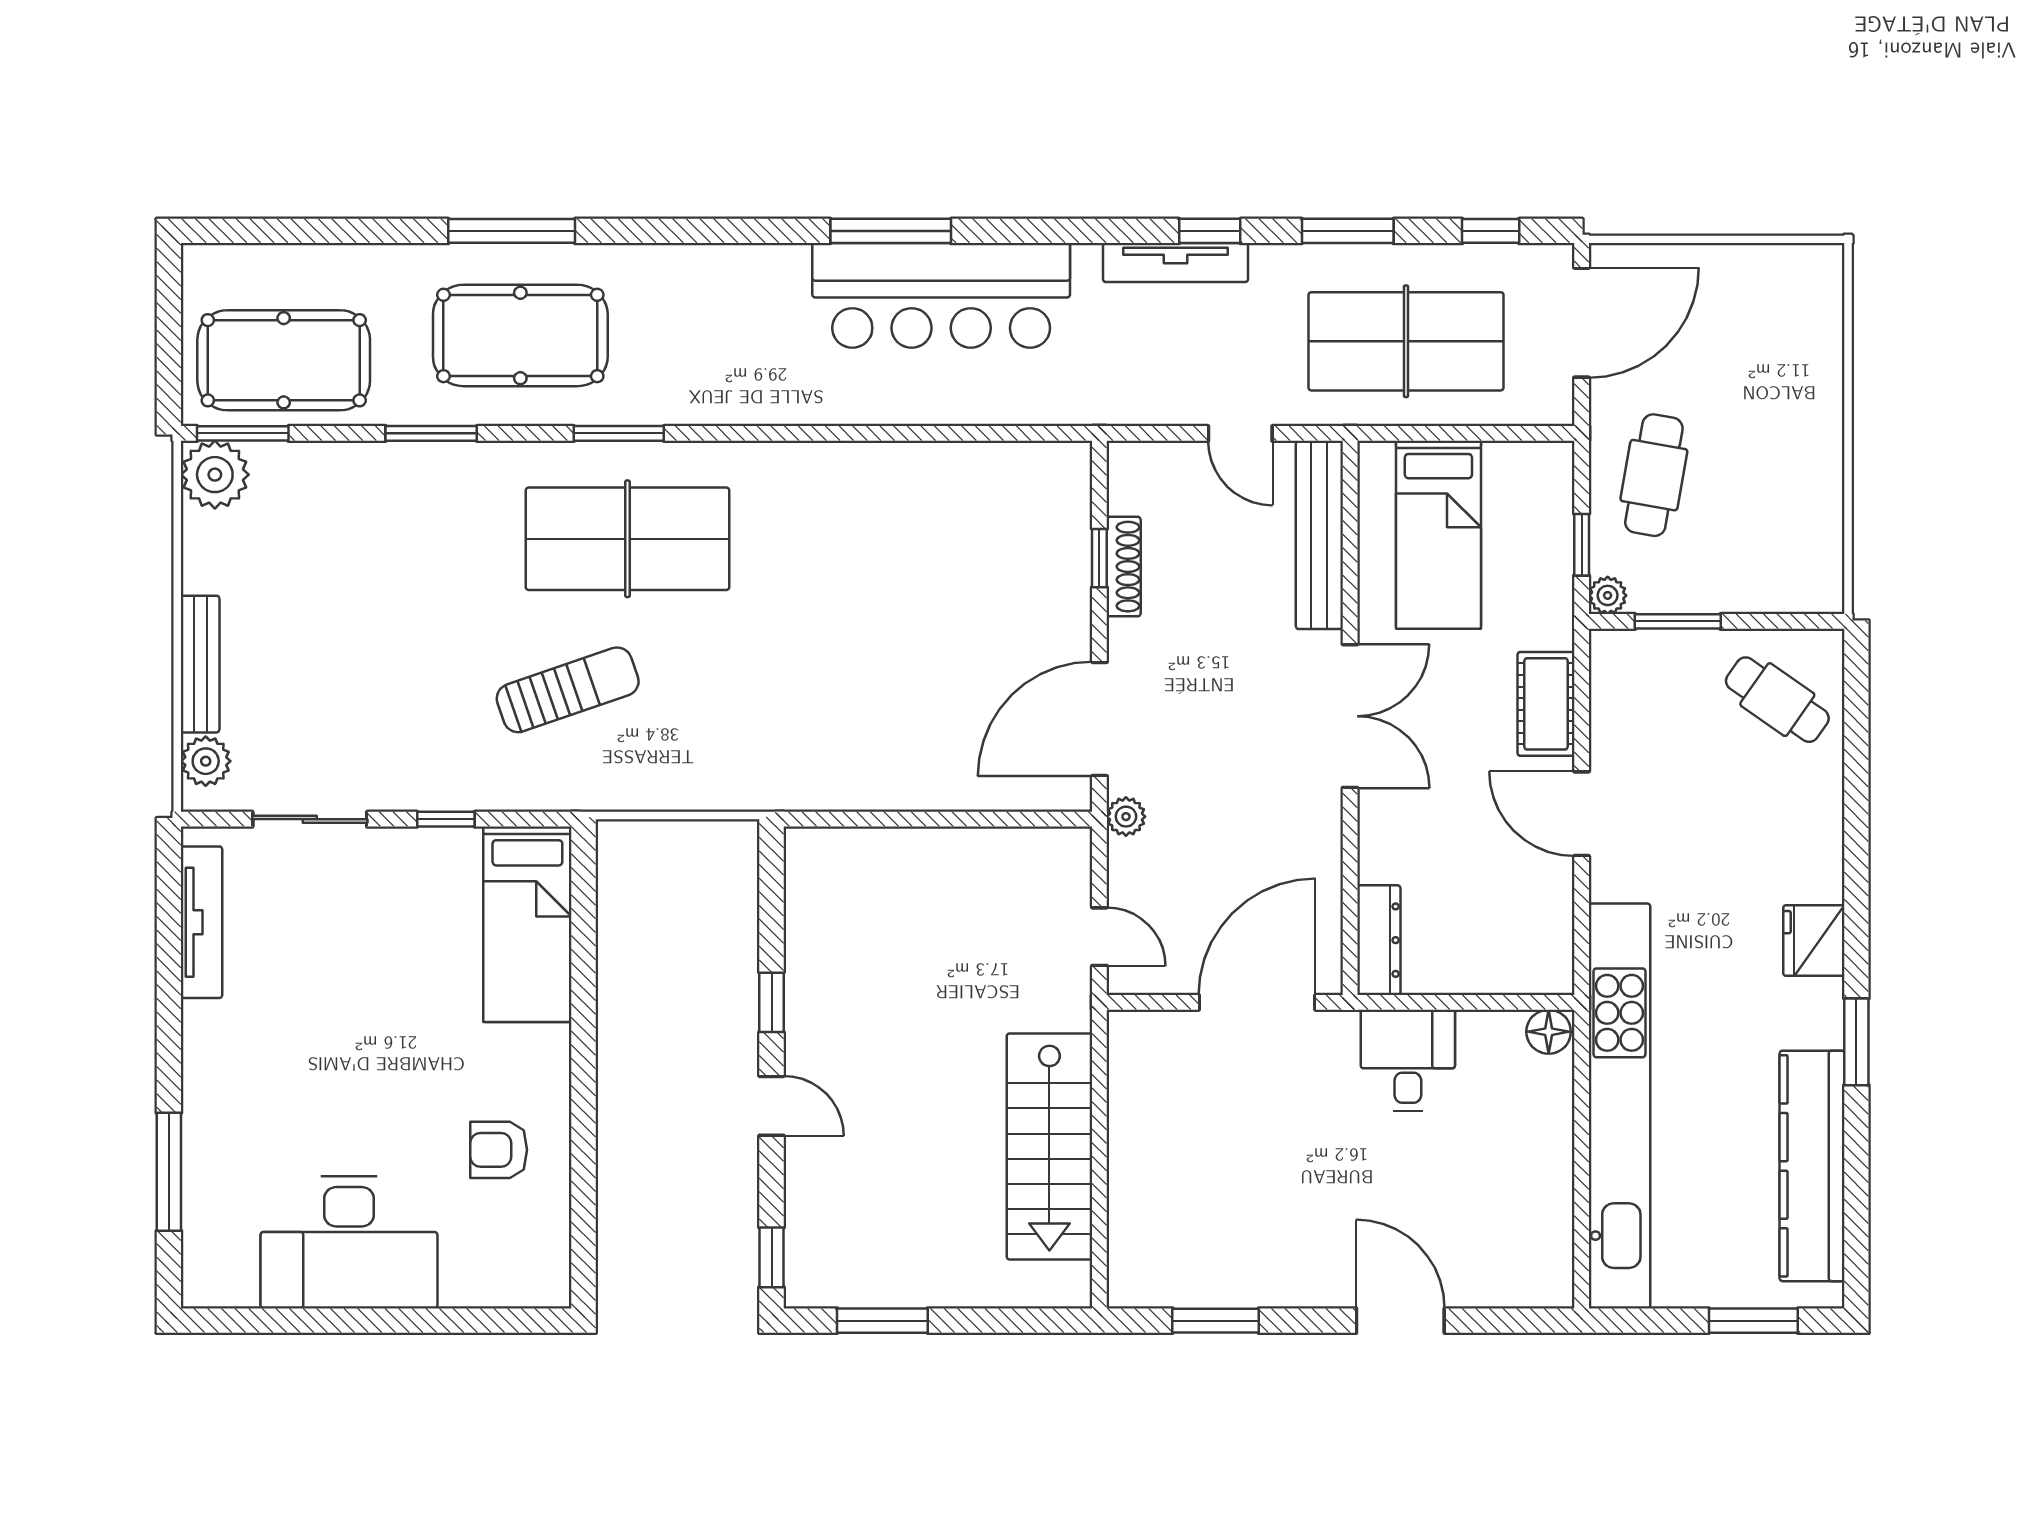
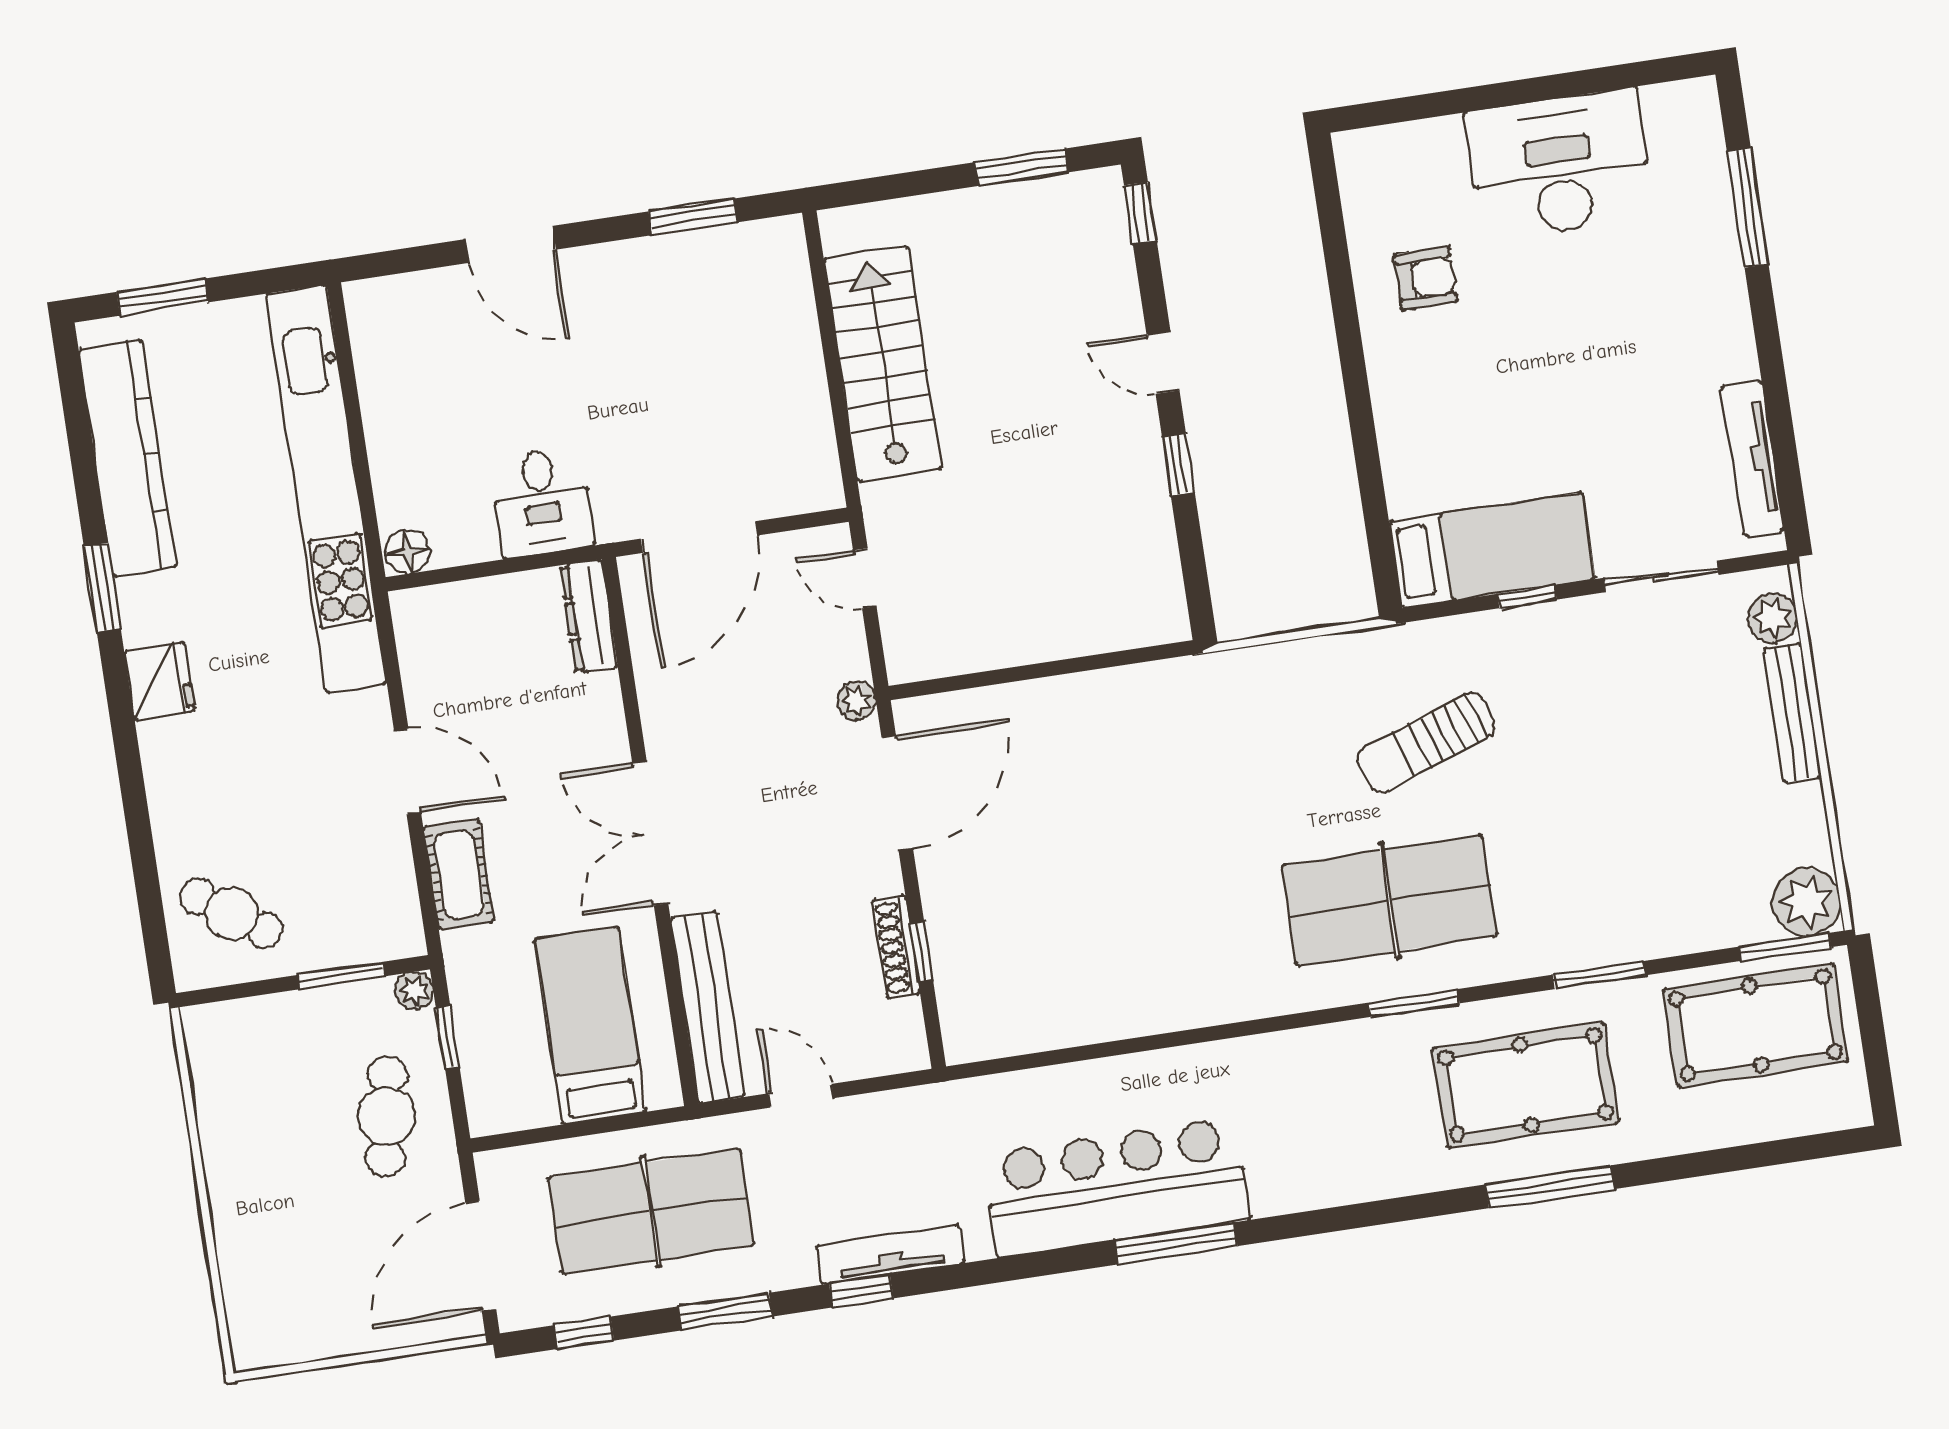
bed: (527, 924) -> (1492, 550), moved, turned 90

